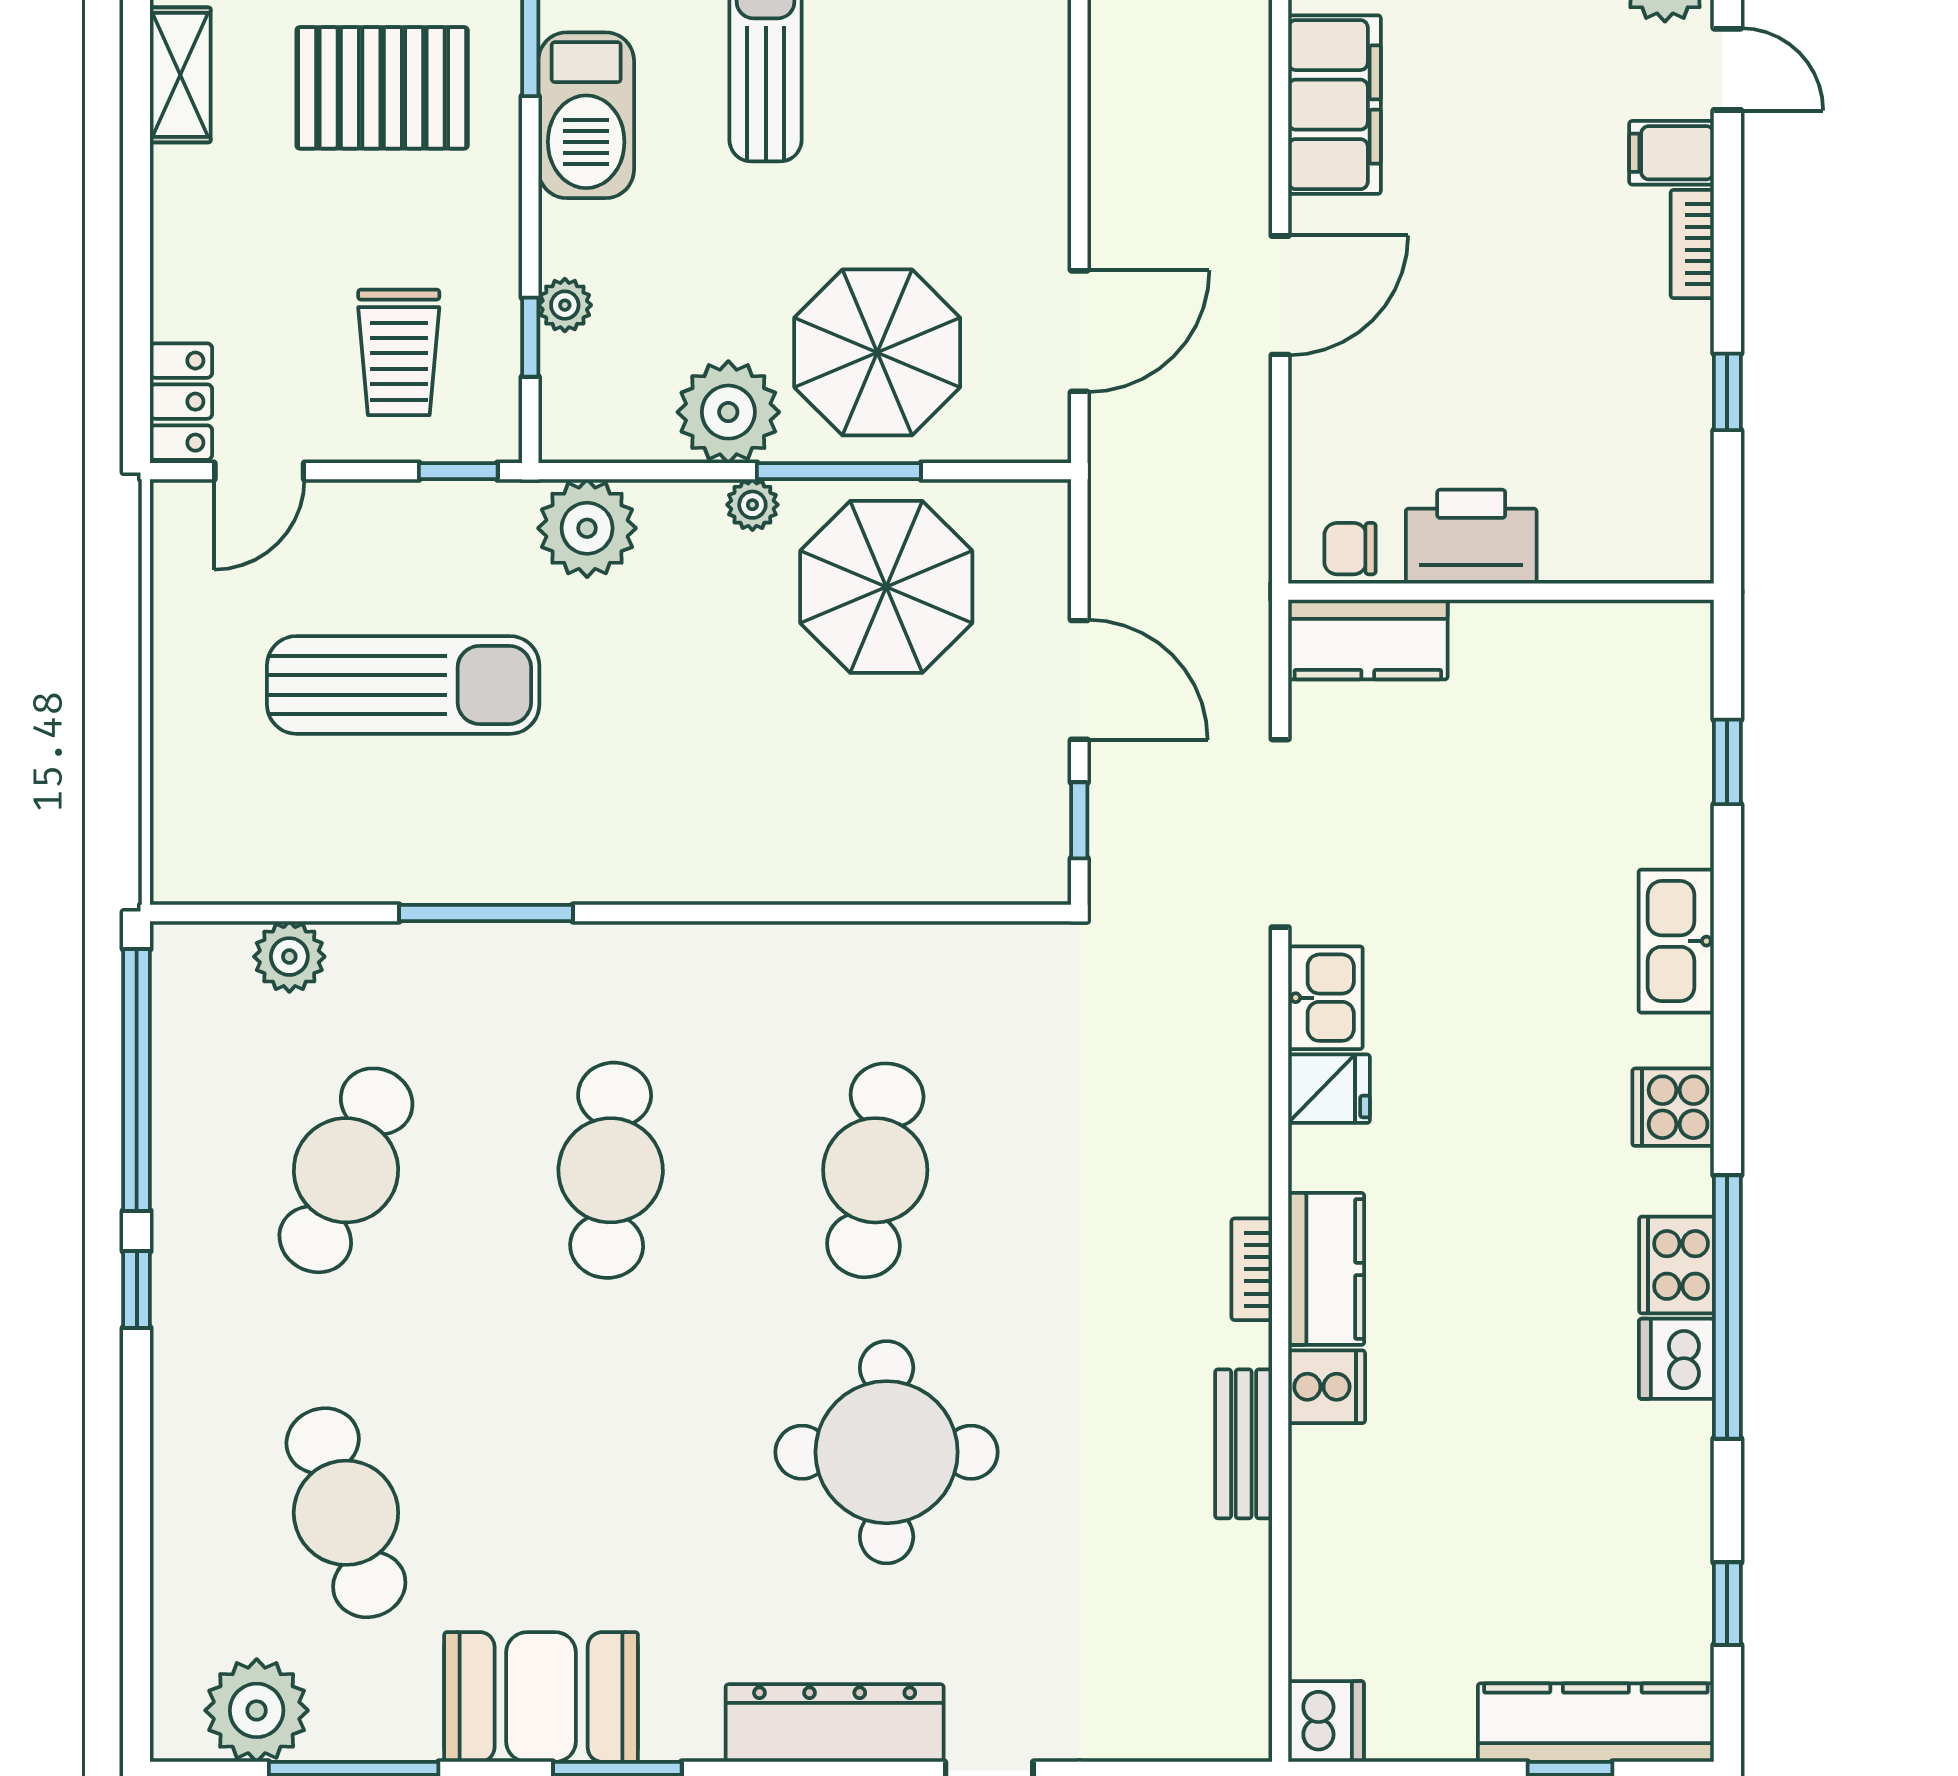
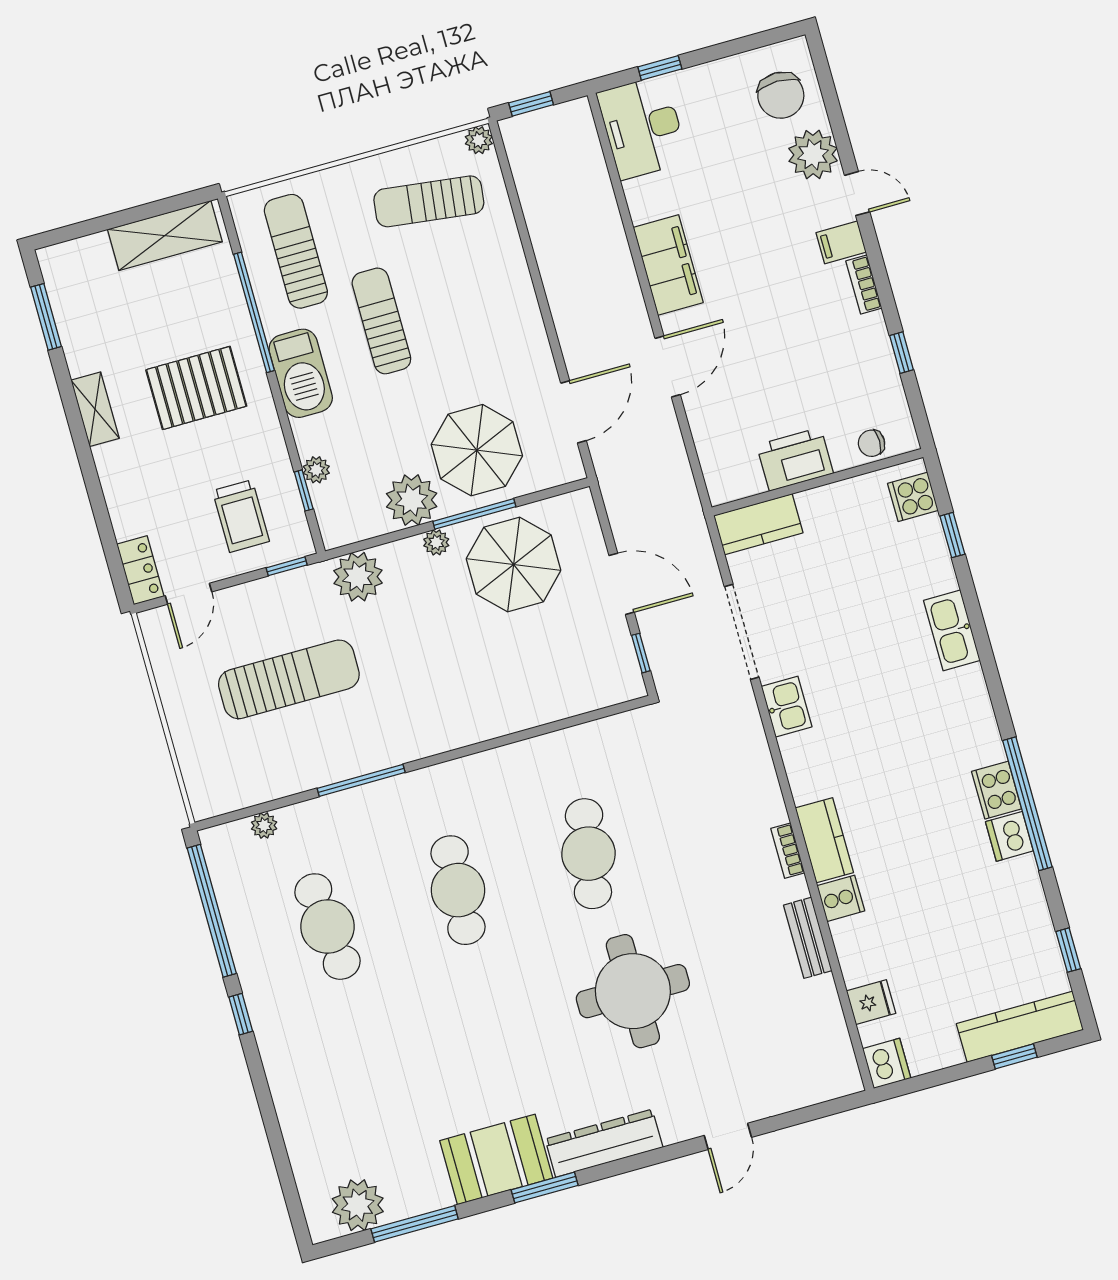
chair: (1350, 549) -> (872, 443), moved
plant: (289, 957) -> (264, 826), width x0.73, depth x0.73
fridge: (1329, 1089) -> (871, 1002), moved
cooker: (1673, 1107) -> (913, 497), moved
cafe table: (346, 1170) -> (327, 927), turned -30
cafe table: (346, 1513) -> (375, 1095), removed
dresser: (835, 1723) -> (604, 1143), moved

